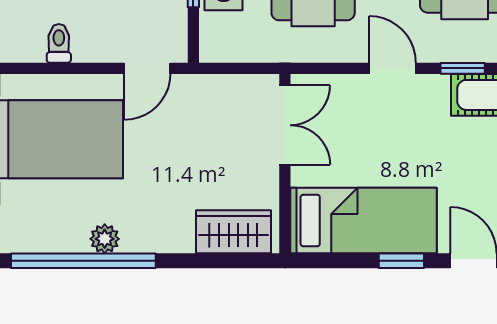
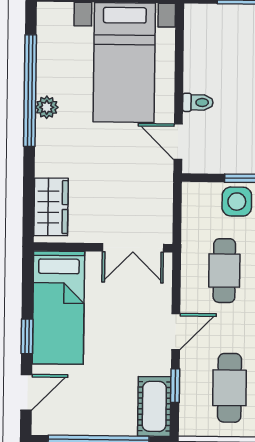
toilet: (59, 43) -> (198, 102), moved

